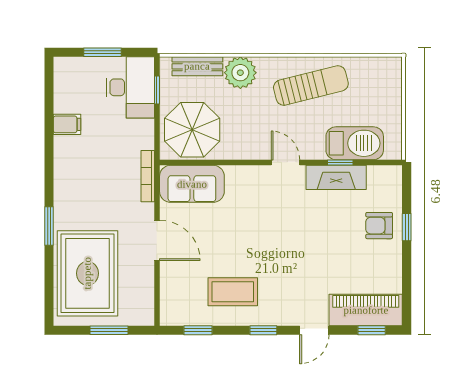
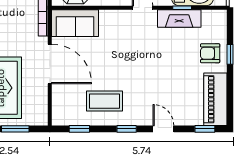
door: (157, 240) -> (50, 64), width x1.36
piano: (366, 310) -> (215, 99), moved, turned -90
door: (314, 330) -> (163, 129), swing flipped

